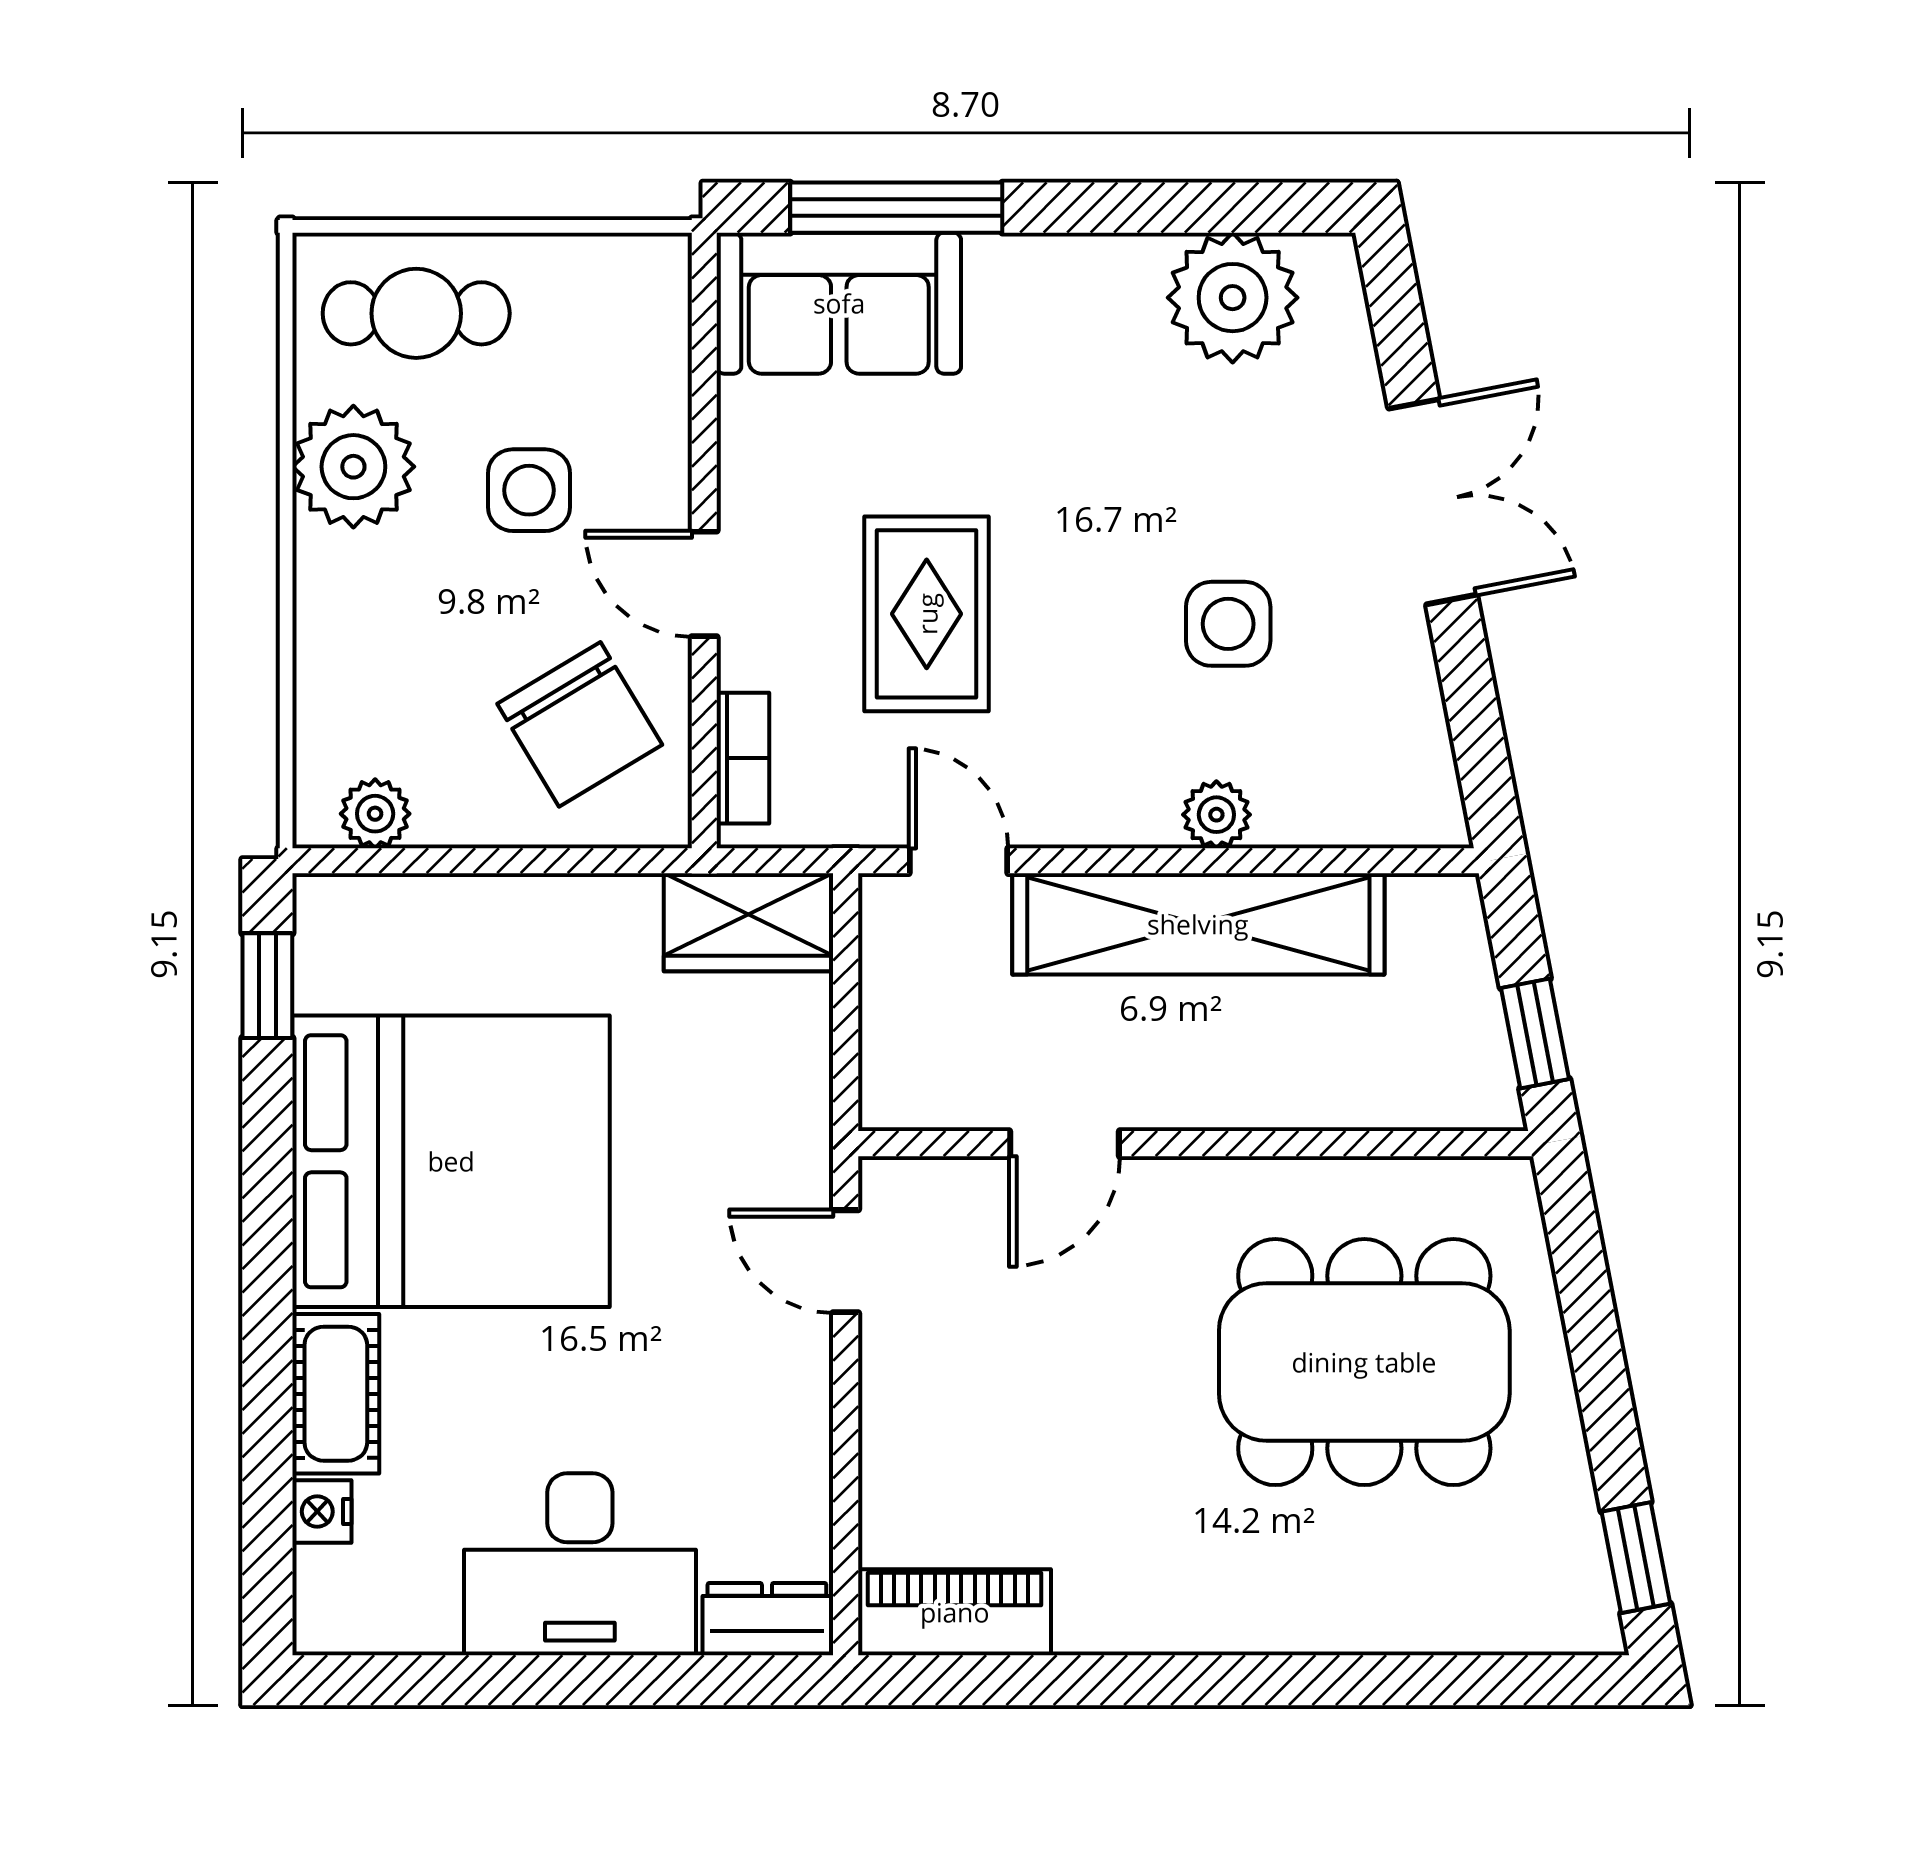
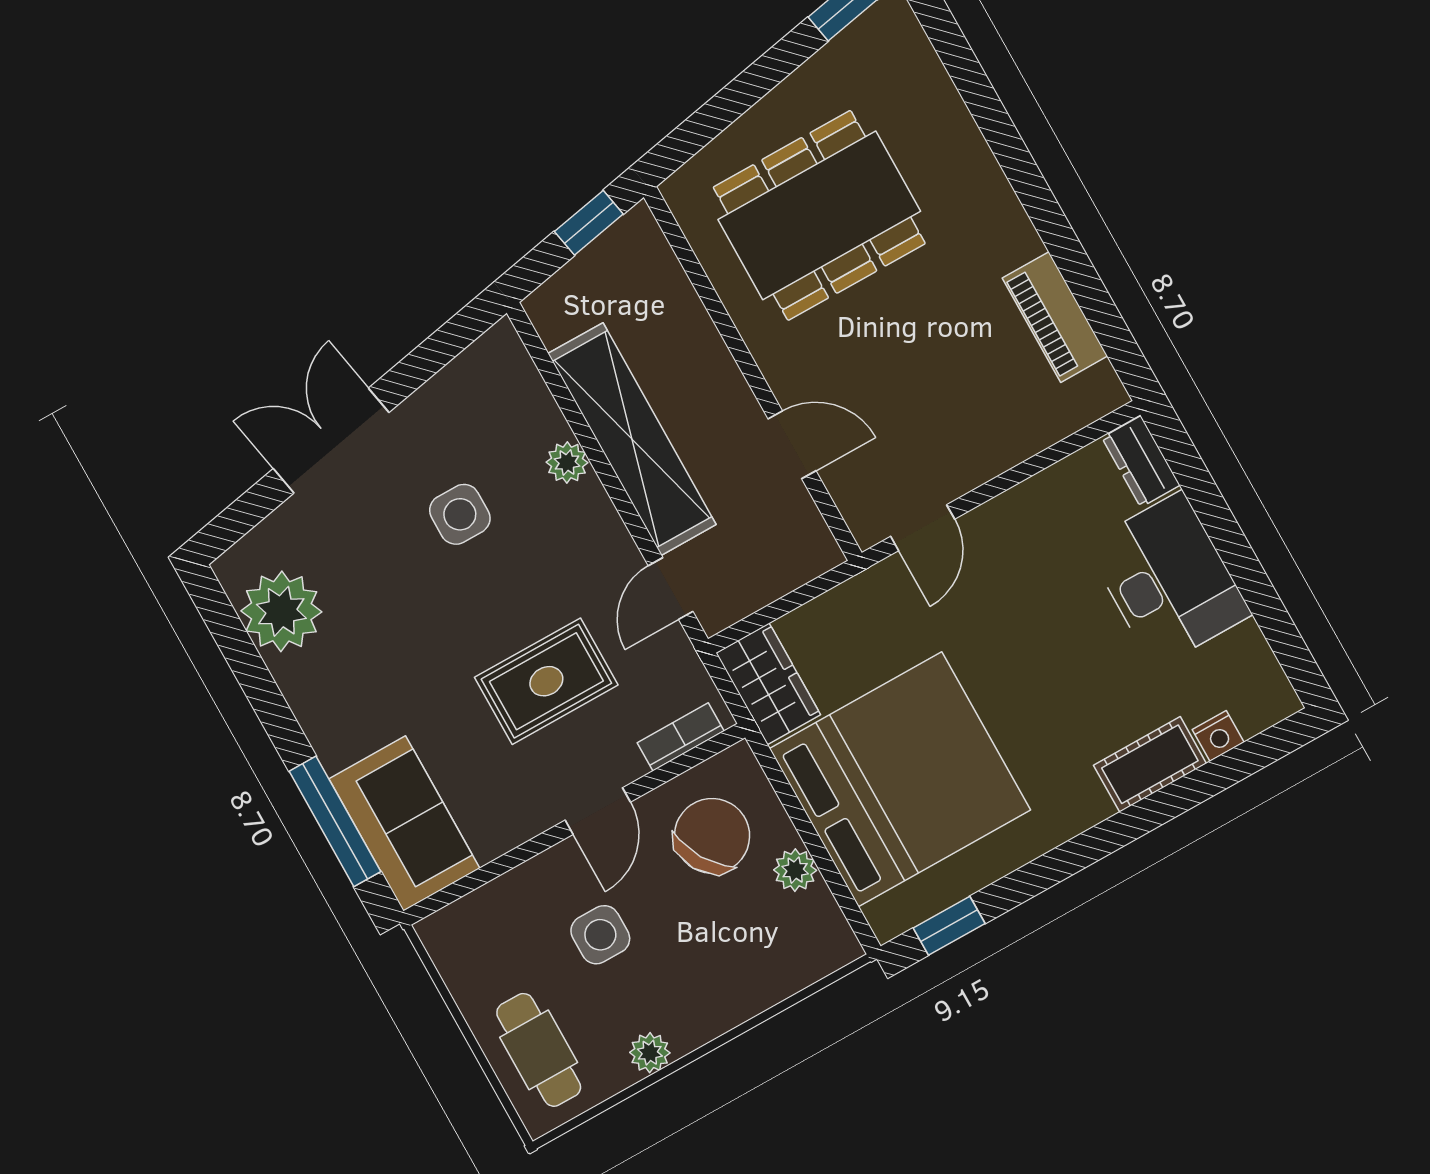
plant: (353, 467) -> (650, 1053), width x0.53, depth x0.53
plant: (375, 814) -> (795, 870), moved
bed: (451, 1161) -> (900, 779), moved, turned 90
dining table: (1364, 1362) -> (819, 215), turned 90
piano: (955, 1612) -> (1055, 317), moved

